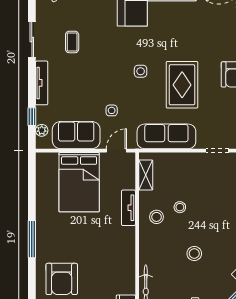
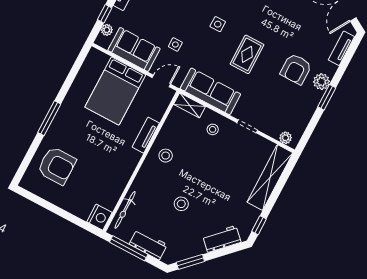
rug: (182, 85) -> (247, 54), width x0.73, depth x0.70
shelving: (146, 175) -> (190, 105), moved, turned 90
stool: (180, 207) -> (213, 129), moved
armchair: (62, 279) -> (57, 166), turned -90

